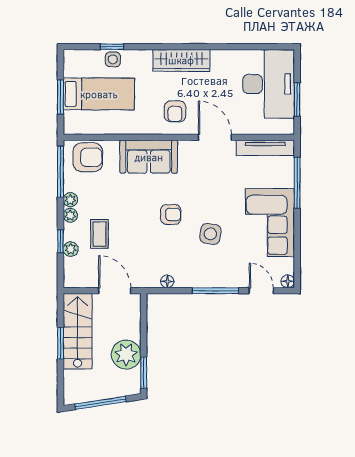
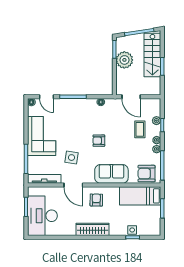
bed: (99, 94) -> (140, 196), moved
side table: (210, 234) -> (72, 158), moved
stairs: (78, 331) -> (152, 55), moved

